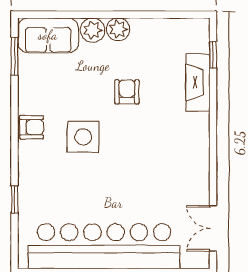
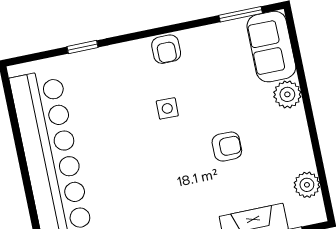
plant: (118, 29) -> (307, 185), moved
side table: (83, 137) -> (167, 108), width x0.54, depth x0.54

